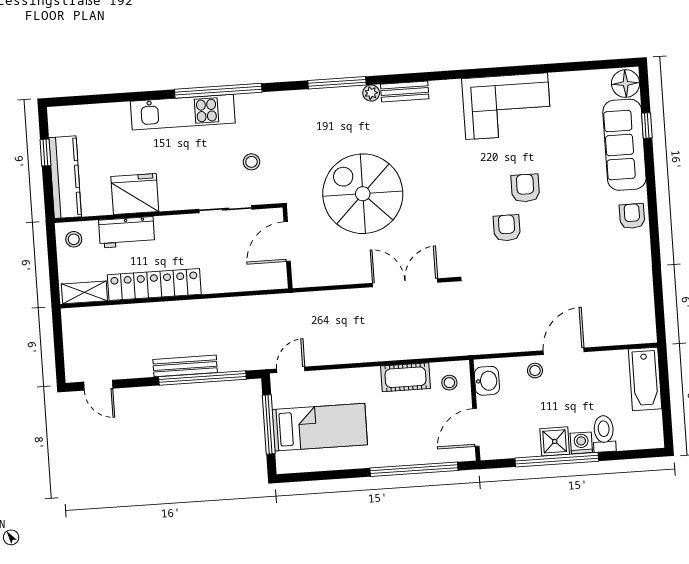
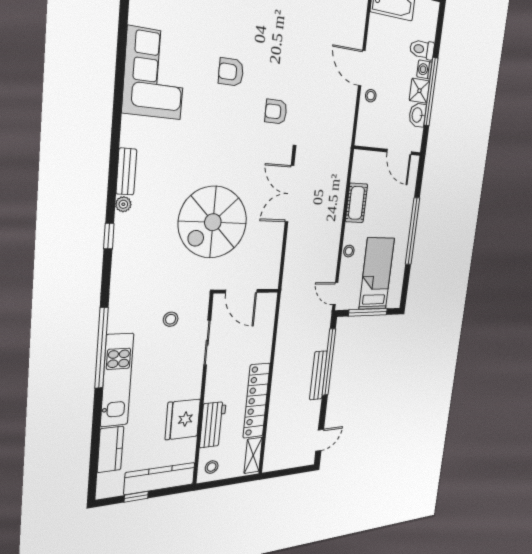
window: (337, 83) -> (109, 236), width x0.46
kitchen counter: (104, 116) -> (111, 449), added
armchair: (507, 228) -> (276, 112), moved
washbasin: (487, 381) -> (417, 115), moved, turned -90
stool: (449, 383) -> (349, 251), moved
window: (414, 469) -> (412, 231), moved

